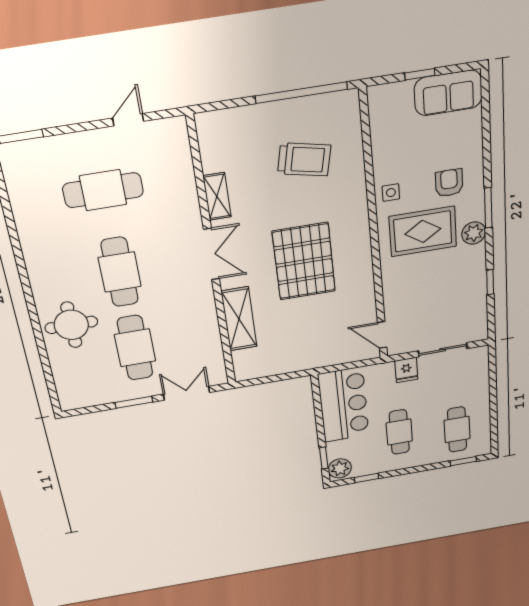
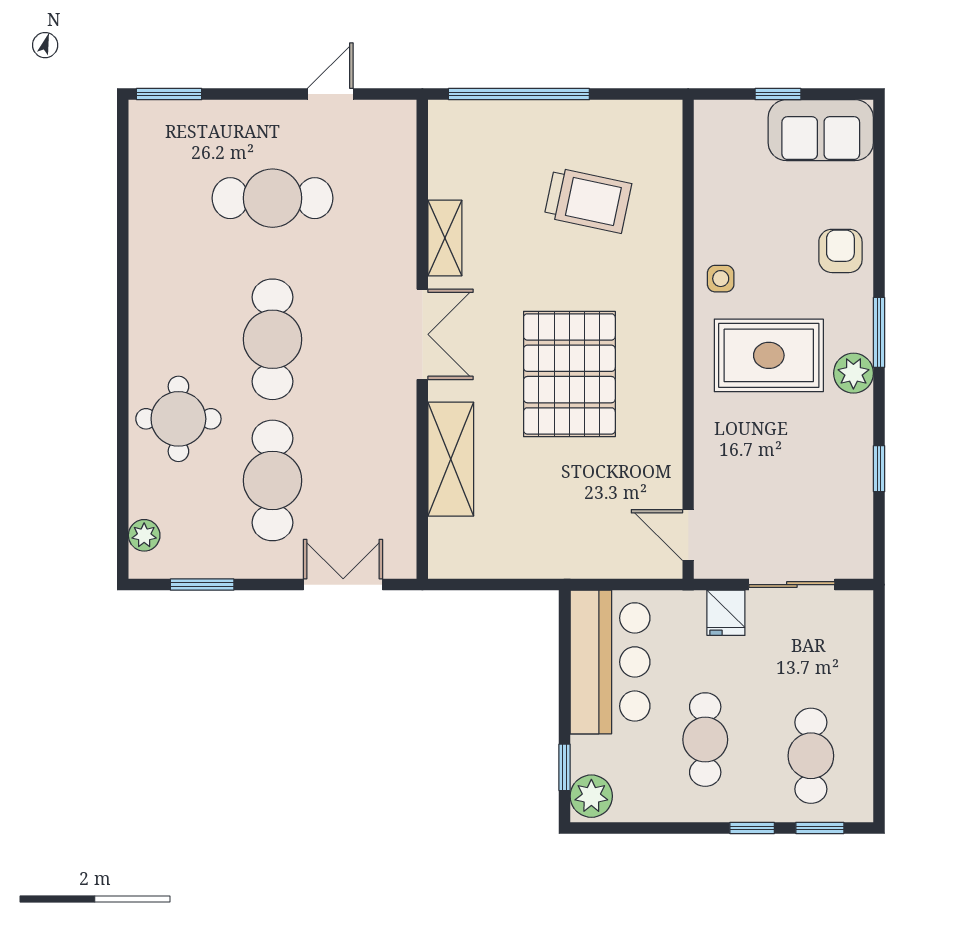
window: (301, 93) -> (519, 94), moved
armchair: (449, 183) -> (840, 251), moved
plant: (65, 389) -> (144, 535), added
window: (134, 402) -> (202, 585), moved
window: (367, 478) -> (752, 828), moved

